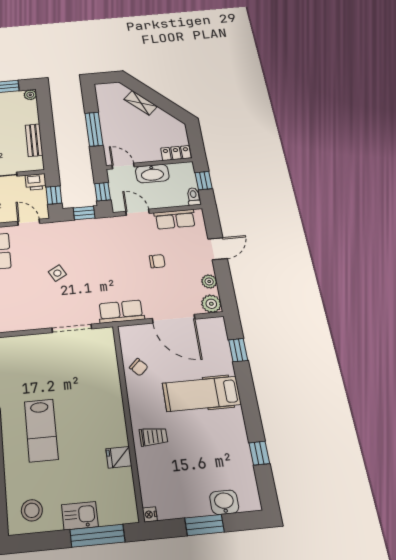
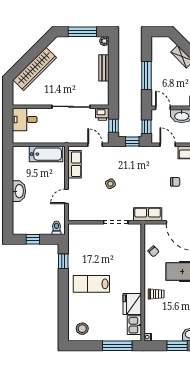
bench: (34, 140) -> (104, 68), moved
lab bench: (41, 430) -> (91, 284), turned 90
fridge: (119, 457) -> (132, 304), width x1.88, depth x1.34
kitchen sink: (80, 516) -> (134, 325), moved, turned -90

